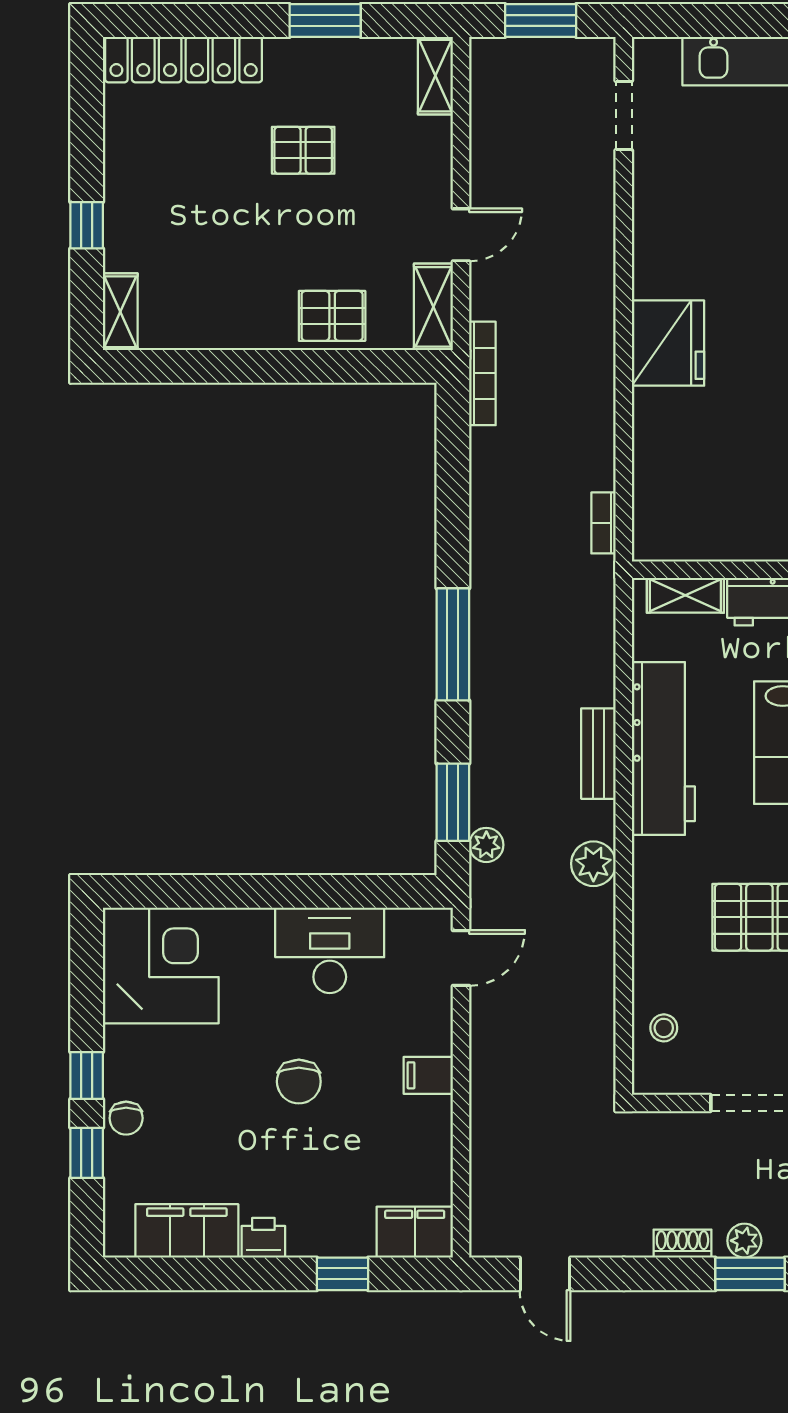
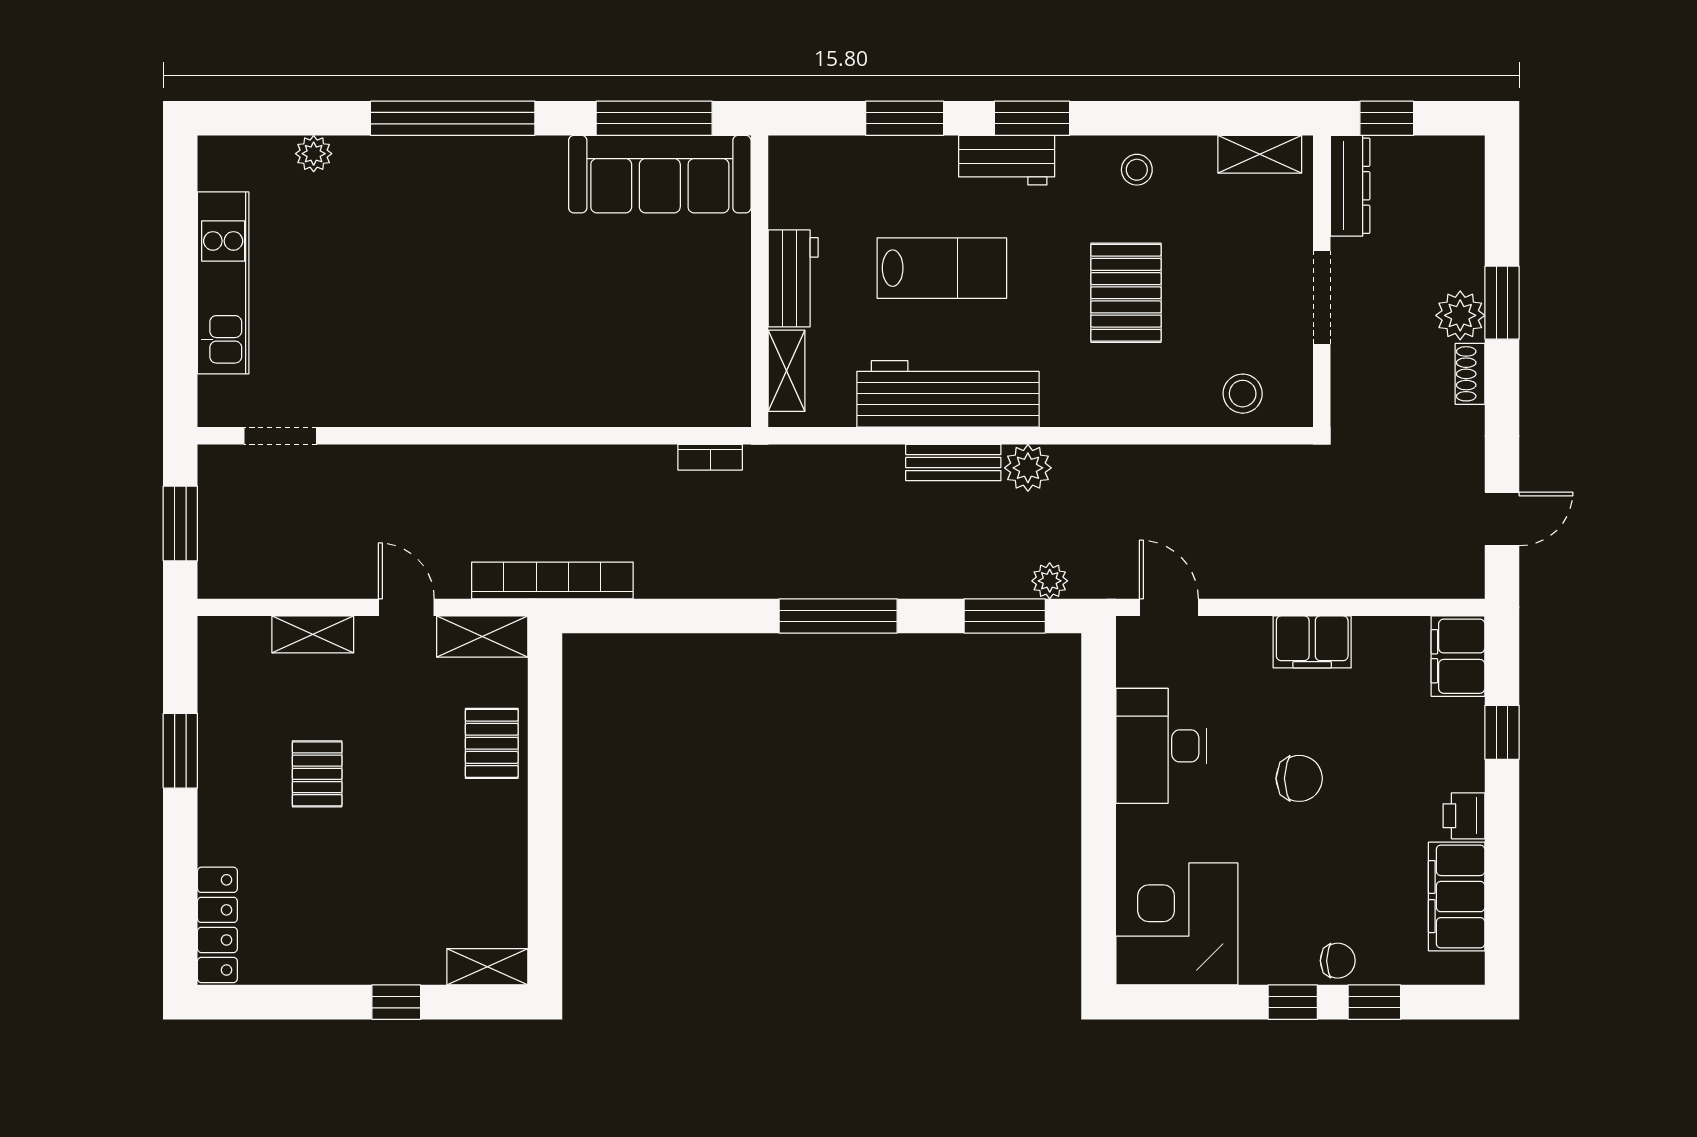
locker: (184, 60) -> (217, 925), width x0.71, depth x0.83
shelving: (435, 76) -> (313, 634), moved
fridge: (668, 343) -> (520, 389), removed
bookcase: (482, 373) -> (552, 580), width x1.48, depth x1.31
plant: (593, 864) -> (1028, 468), moved
stool: (664, 1028) -> (1243, 394), width x1.37, depth x1.37
filing cabinet: (428, 1075) -> (1312, 642), width x2.00
plant: (744, 1241) -> (1460, 315), width x1.38, depth x1.38

